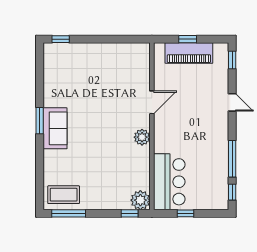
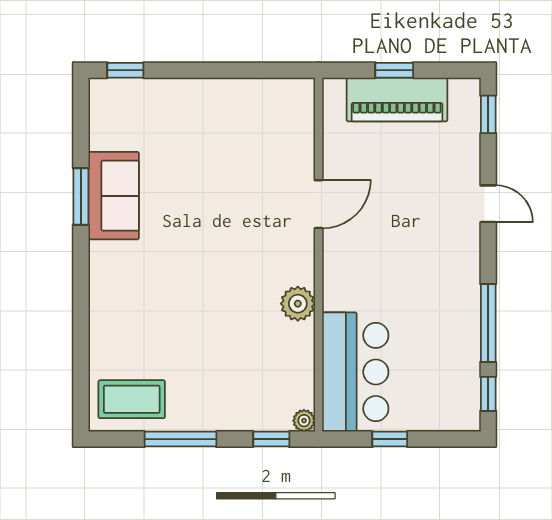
window: (40, 121) -> (81, 197), moved
sofa: (55, 128) -> (114, 196), moved
plant: (142, 137) -> (298, 304), moved
plant: (140, 200) -> (304, 421), width x0.53, depth x0.53
window: (69, 213) -> (180, 439), moved

